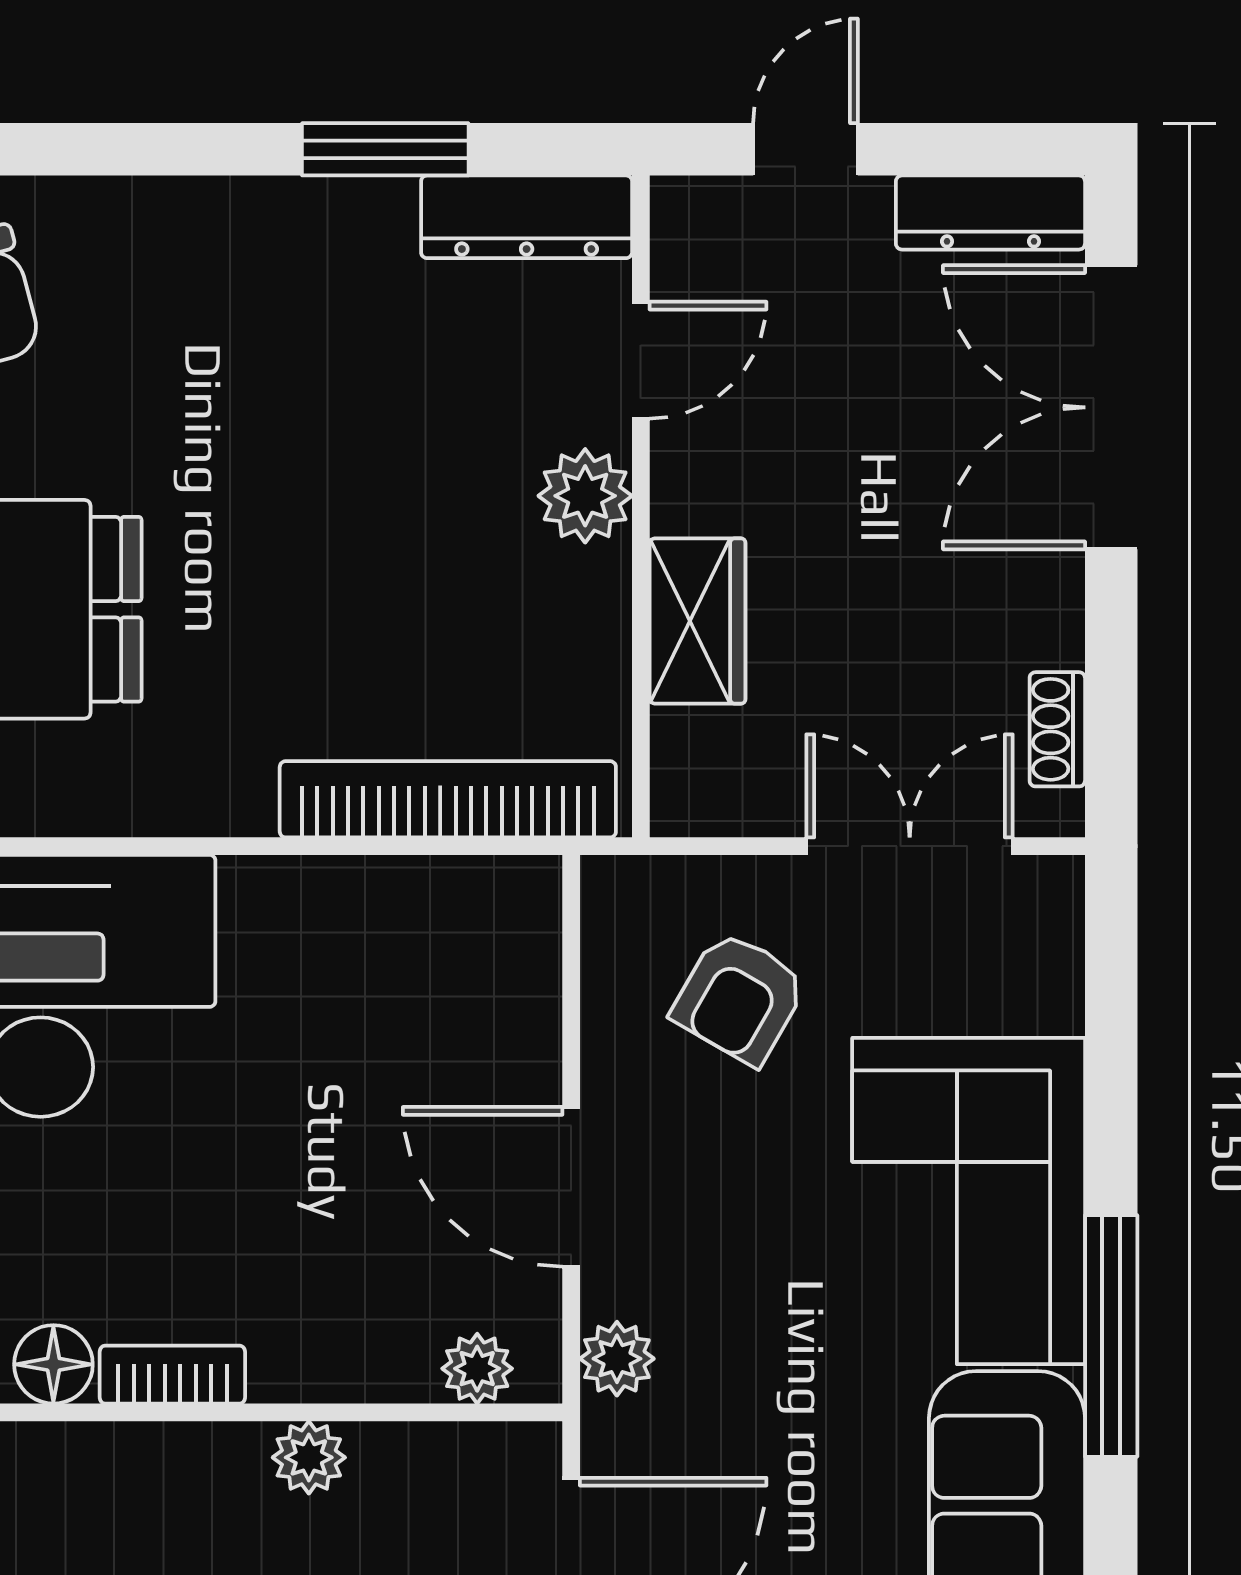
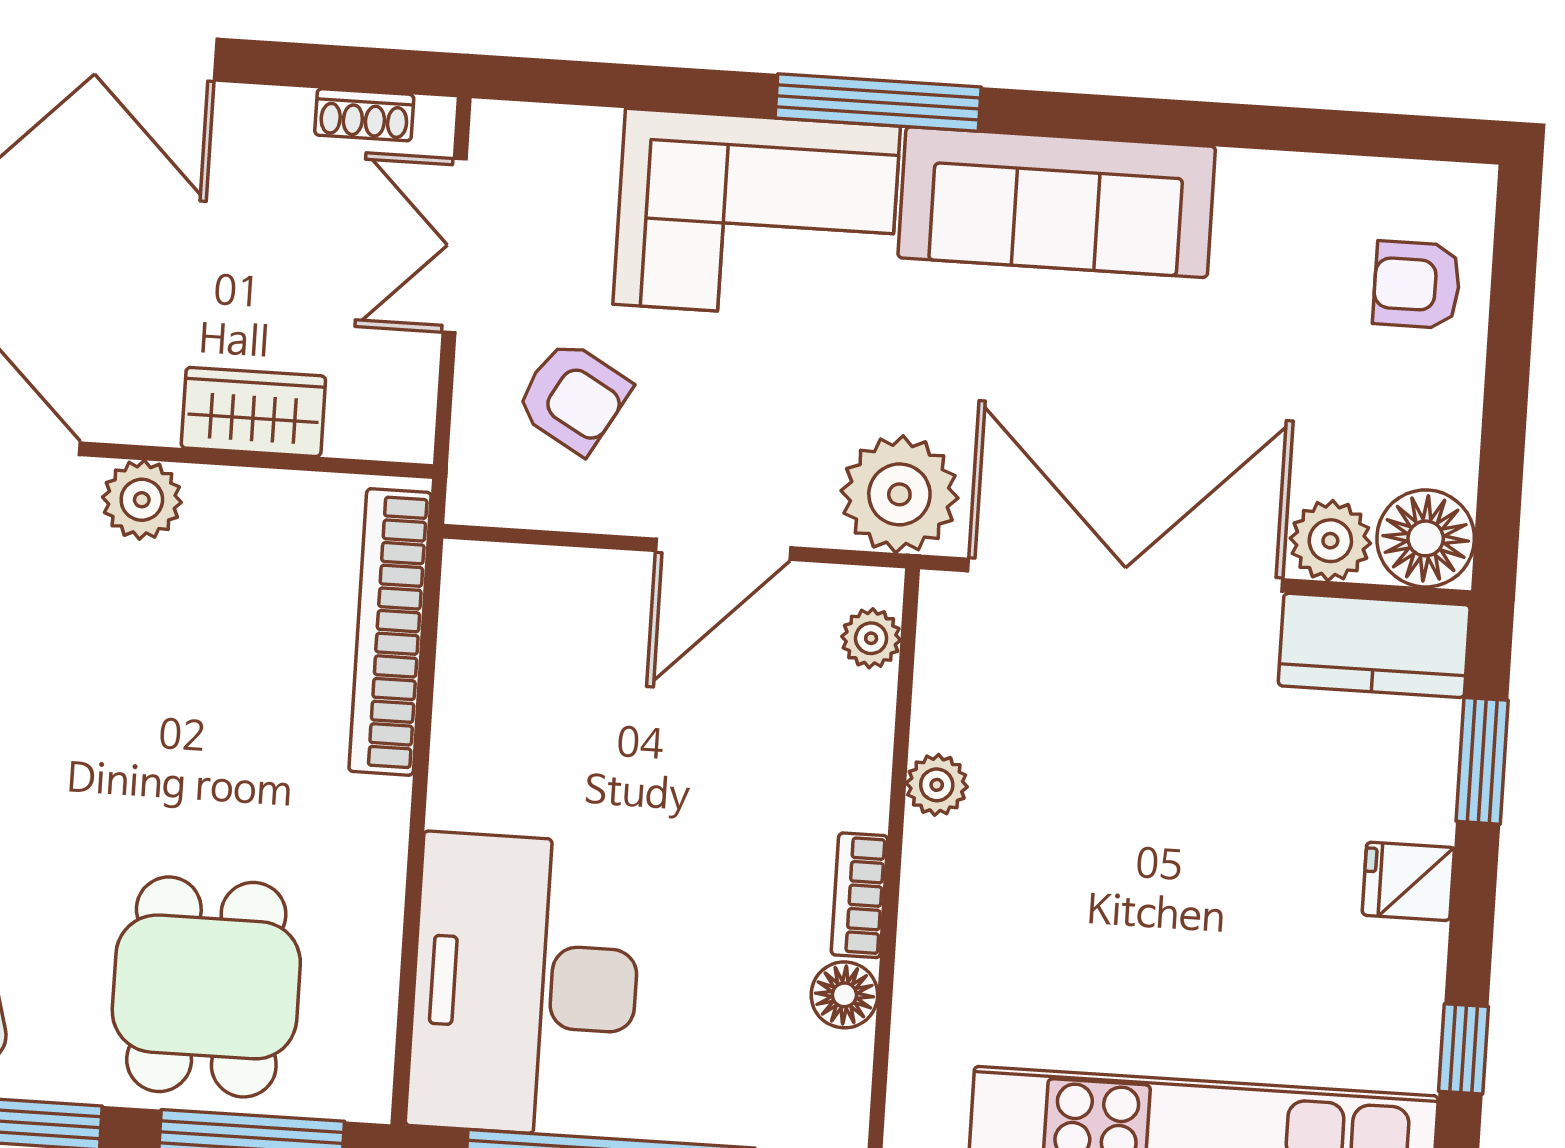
plant: (617, 1359) -> (899, 494), width x1.88, depth x1.88

